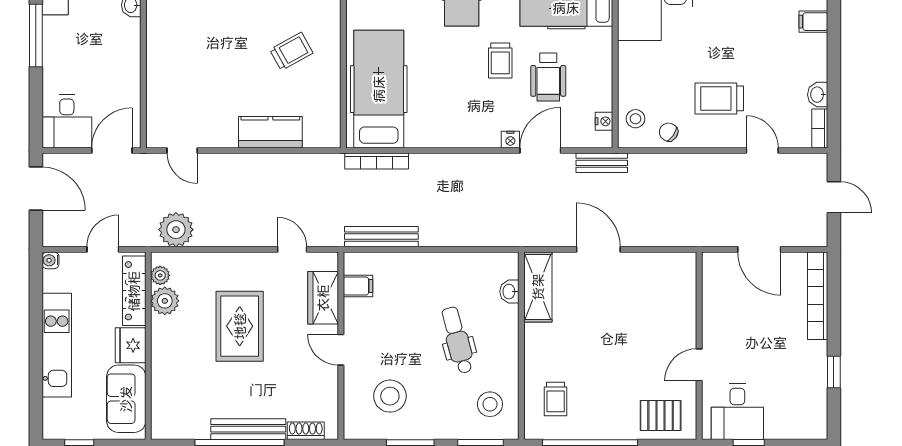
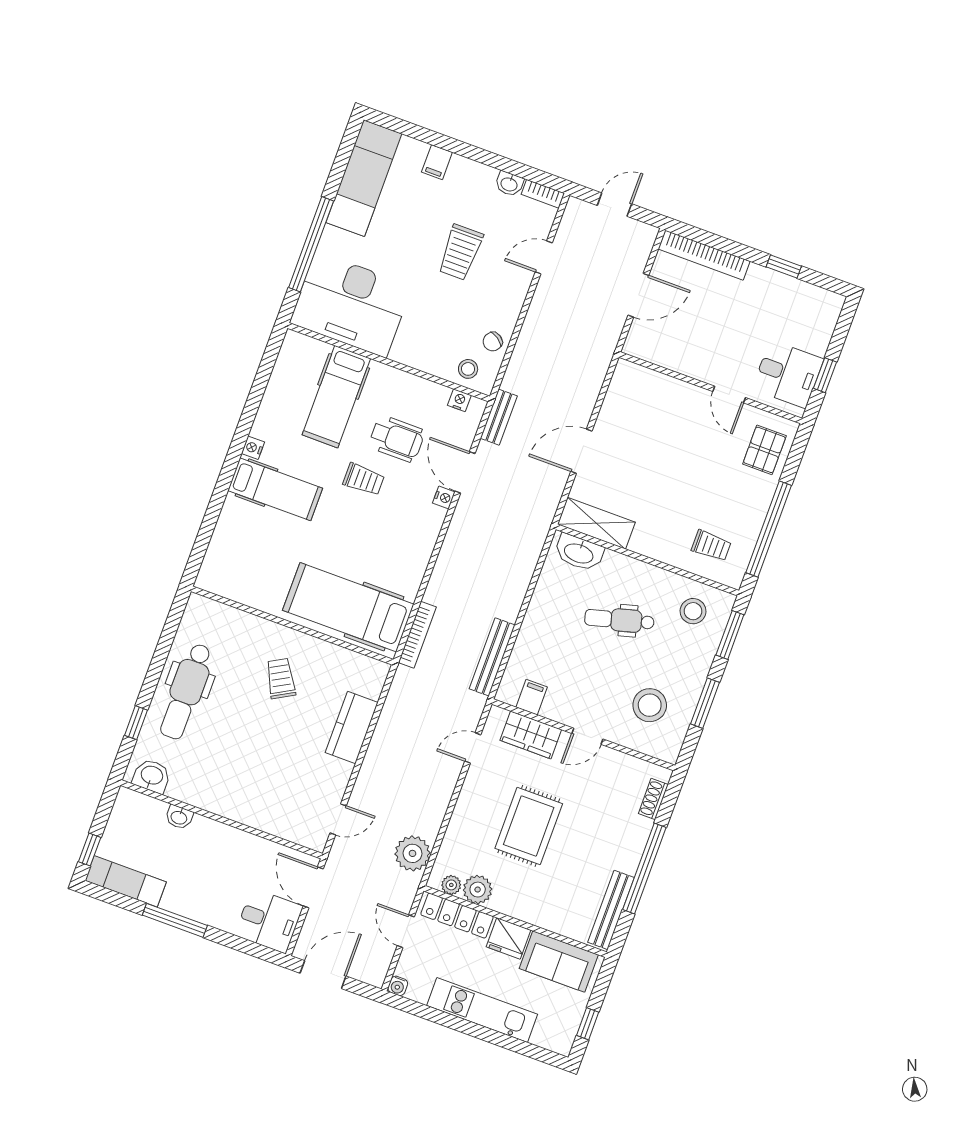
trolley: (719, 98) -> (460, 252), moved
washbasin: (509, 292) -> (579, 553), width x1.91, depth x1.45
rug: (240, 326) -> (529, 826), turned 90
bench: (248, 429) -> (611, 910), moved

